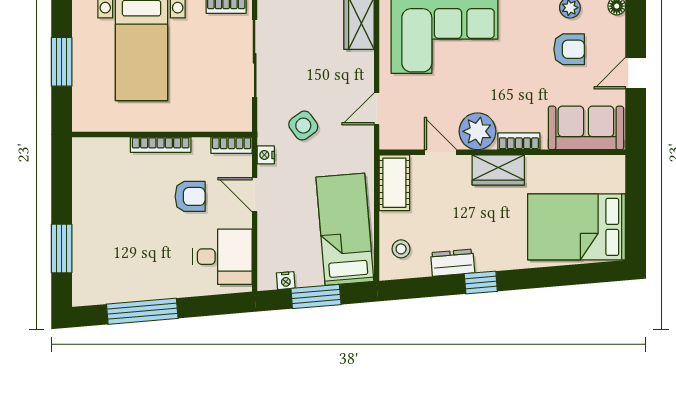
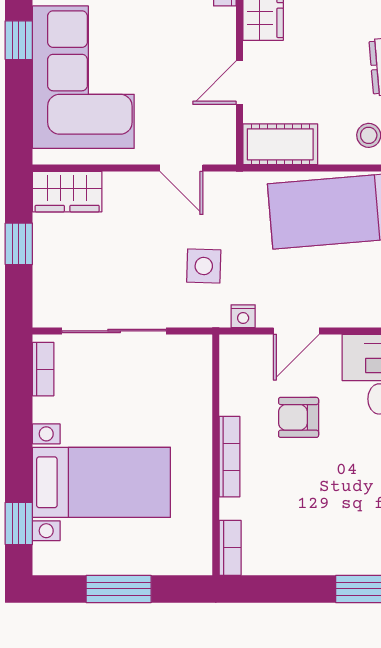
side table: (303, 126) -> (204, 266), turned 38
plant: (477, 131) -> (212, 33), removed
bookcase: (232, 145) -> (230, 548), moved
armchair: (190, 196) -> (299, 417), turned -90

